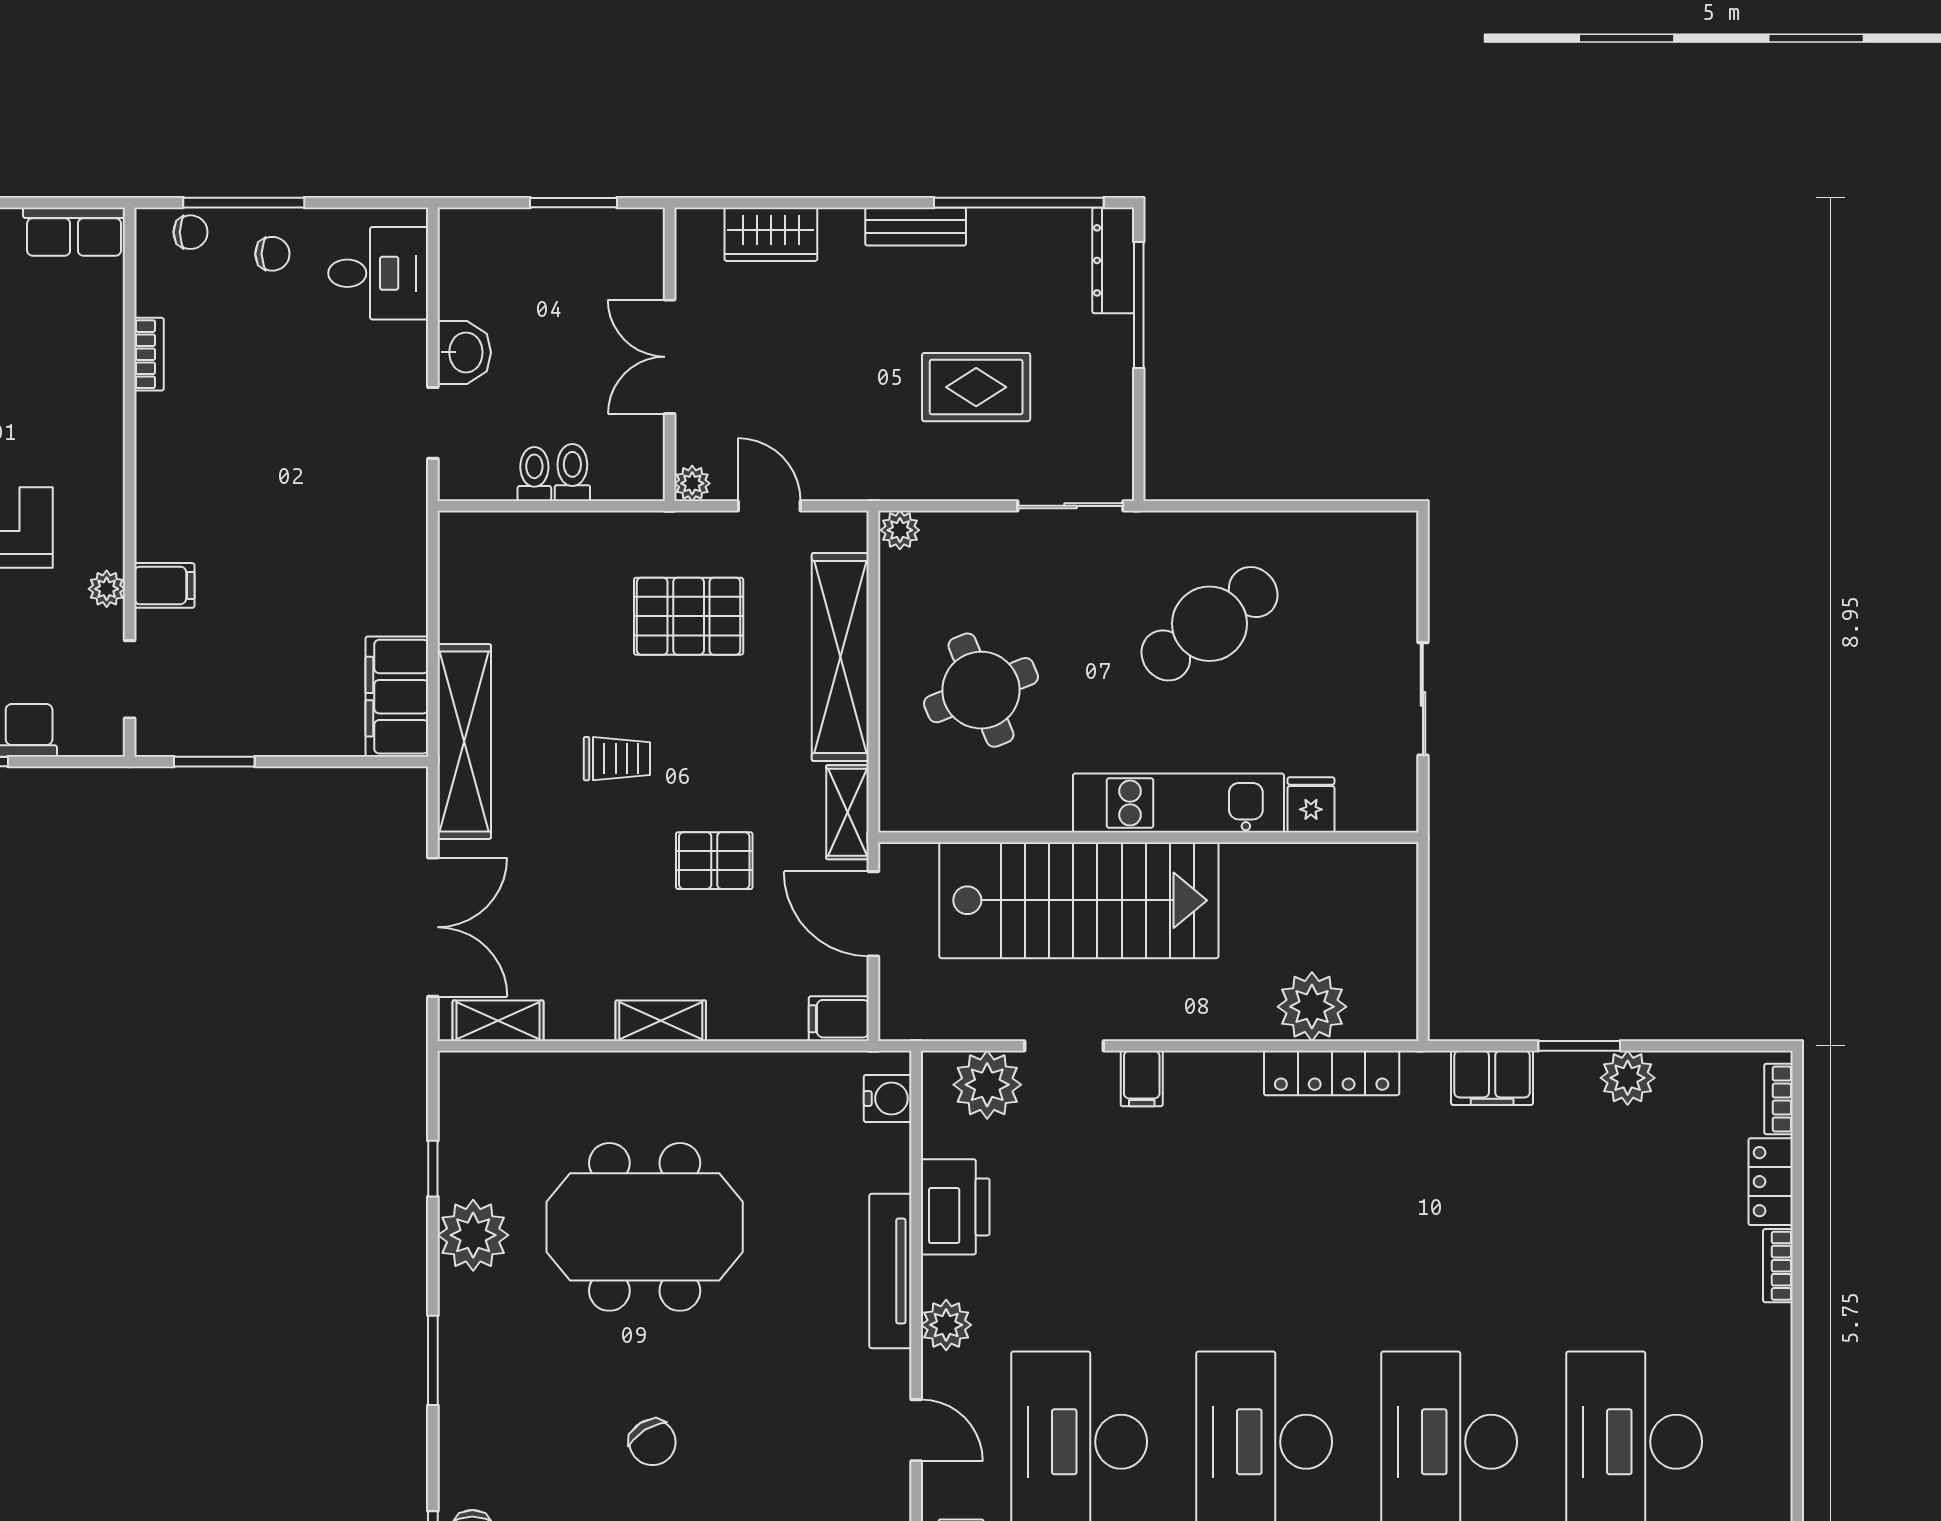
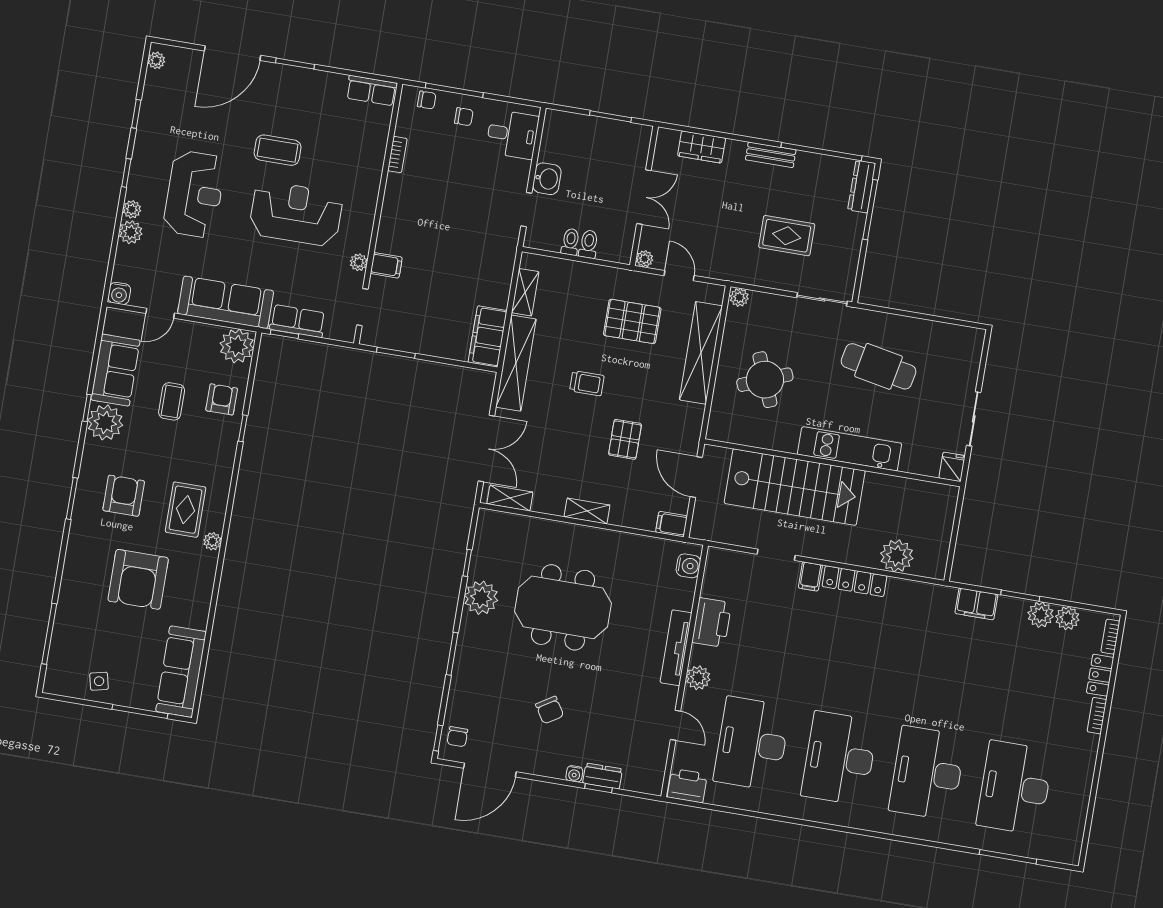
double door: (670, 357) -> (644, 197), swing flipped
cafe table: (1209, 624) -> (878, 366), turned 47
fridge: (1311, 805) -> (952, 467), moved
shelving: (847, 812) -> (525, 292), moved
pallet: (714, 861) -> (625, 439), turned 90
locker: (1332, 1073) -> (855, 581), moved
plant: (987, 1085) -> (1067, 618), moved, width x0.73, depth x0.73

